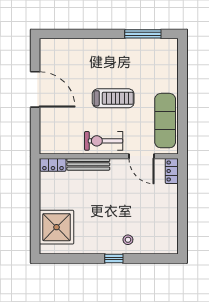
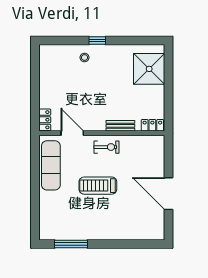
exercise bike: (104, 141) -> (107, 147), width x0.73, depth x0.72
bench: (88, 164) -> (120, 126), width x0.73

